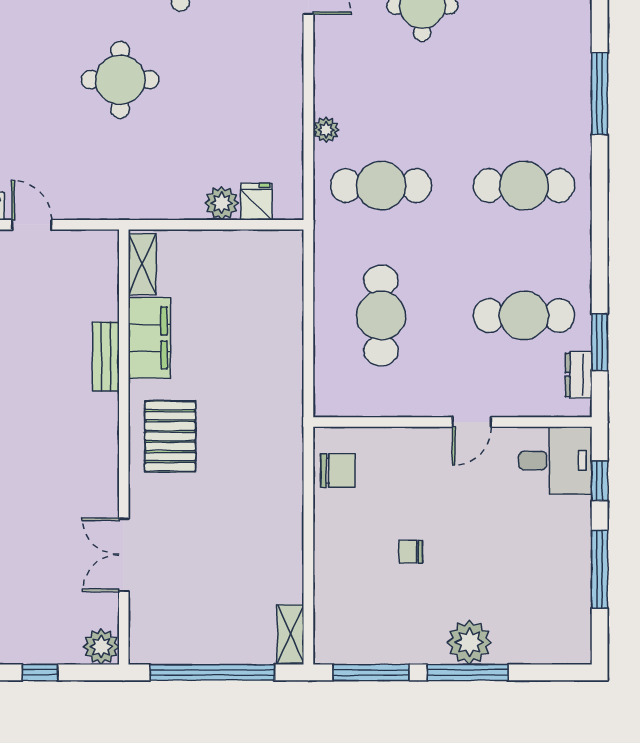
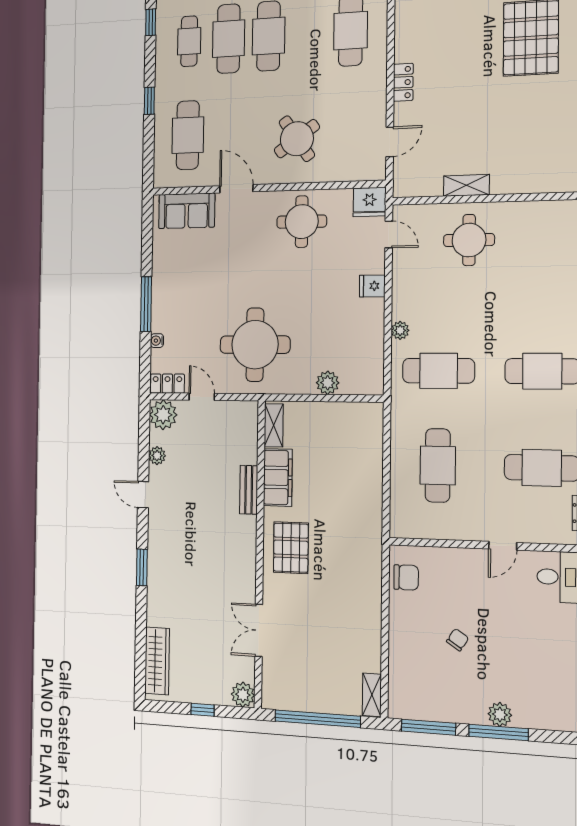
round table: (120, 80) -> (255, 345), moved, width x1.36, depth x1.36
fridge: (256, 202) -> (372, 286), moved, turned -90
chair: (411, 552) -> (458, 640), turned 123
plant: (469, 642) -> (500, 714), width x0.73, depth x0.73

